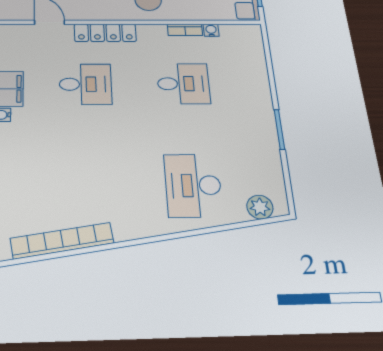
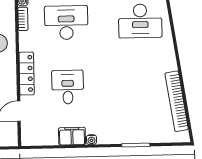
desk: (183, 84) -> (66, 23), width x1.37

